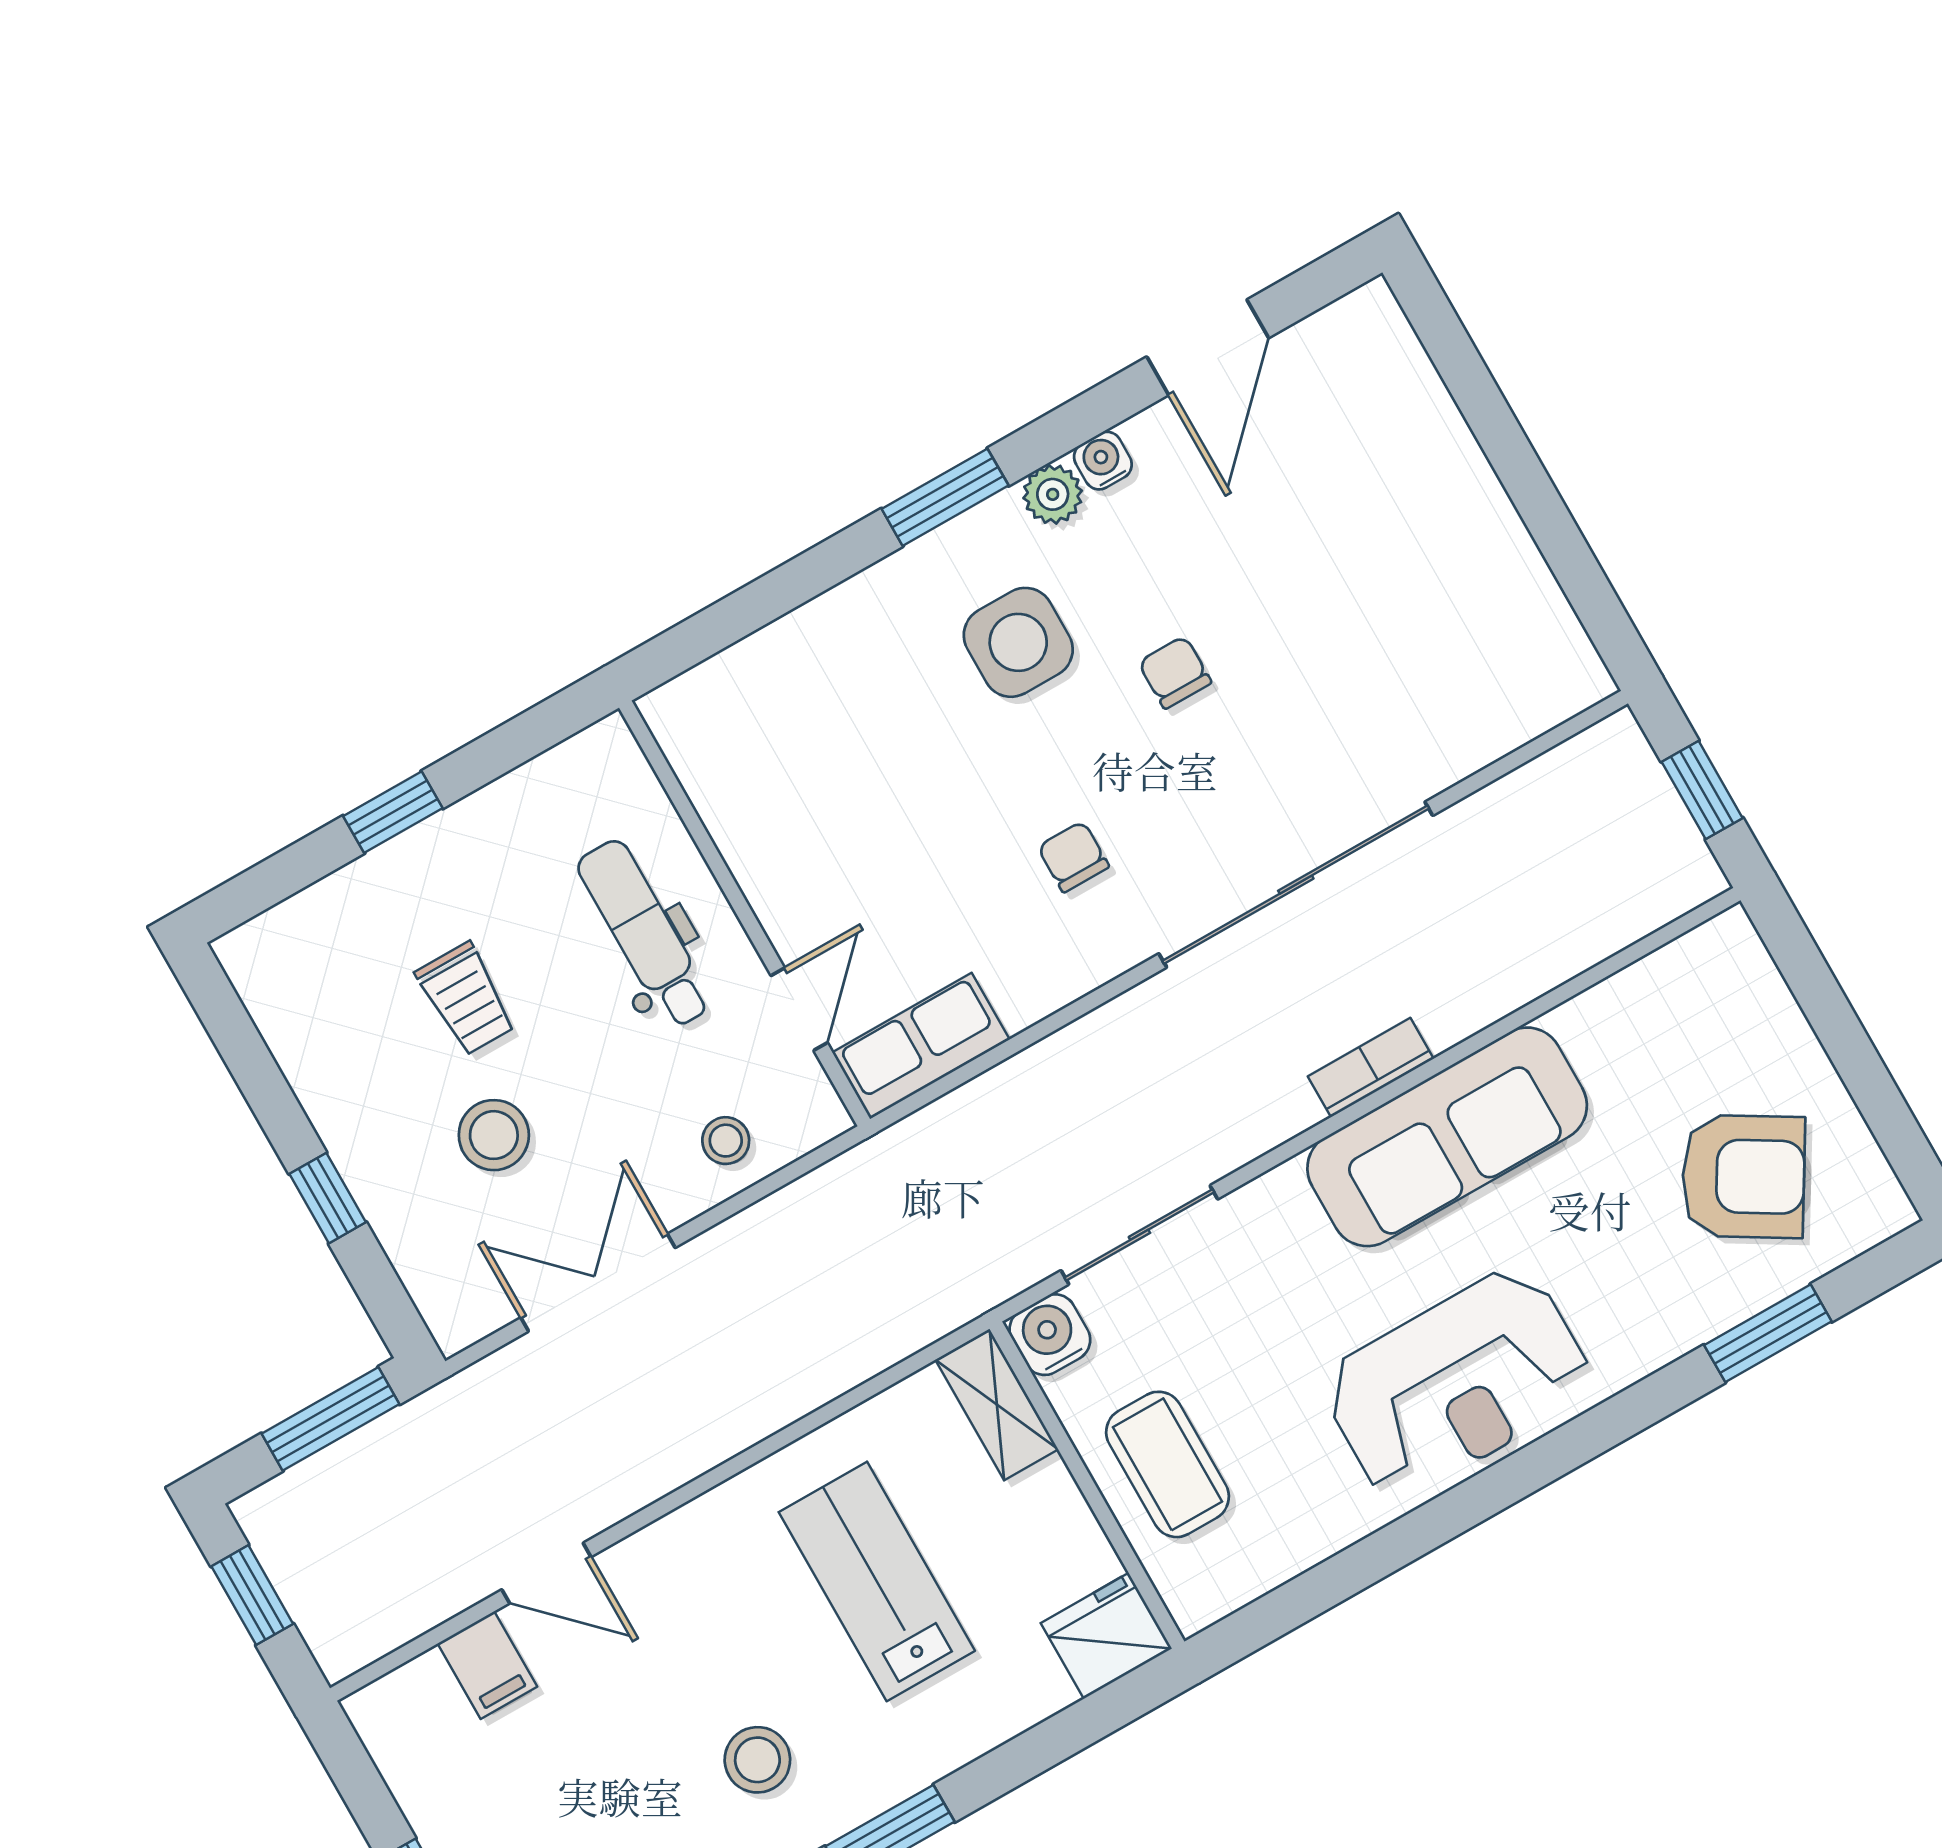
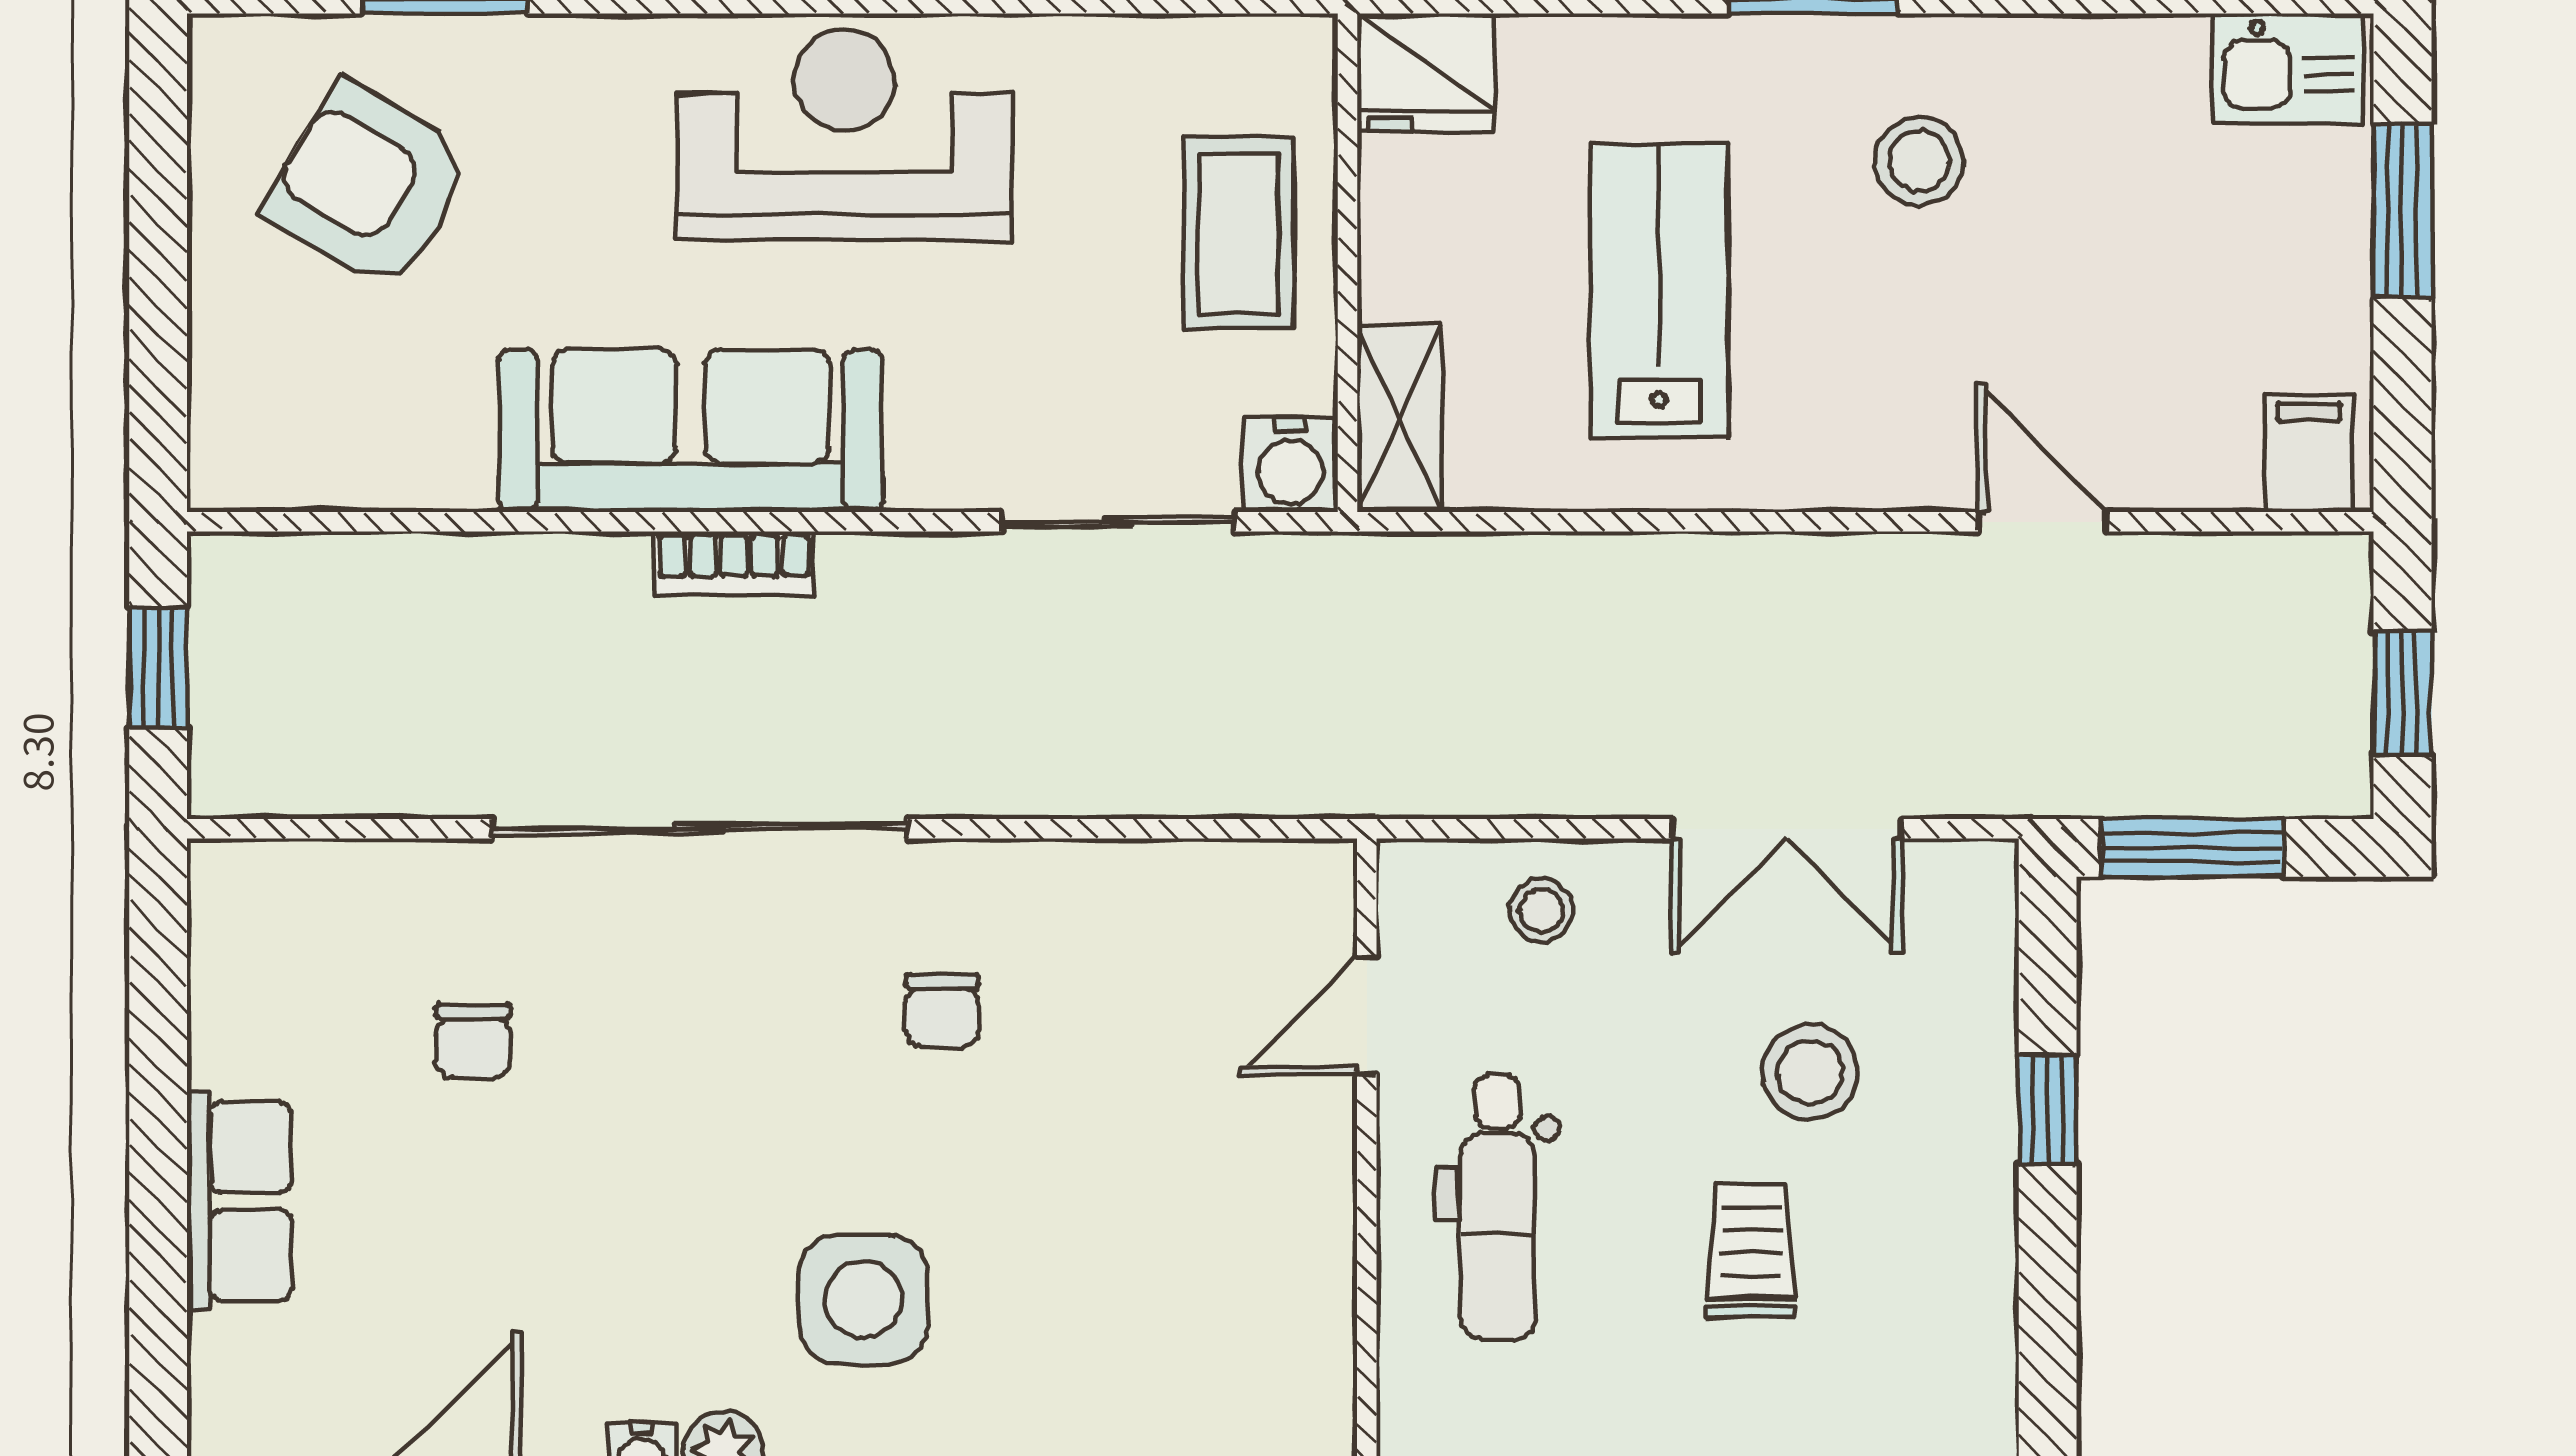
chair: (1175, 672) -> (473, 1041), moved
row of seats: (921, 1046) -> (239, 1201), moved, turned -90
lab bench: (877, 1581) -> (1659, 290), turned 180
filing cabinet: (487, 1665) -> (2309, 453), moved

